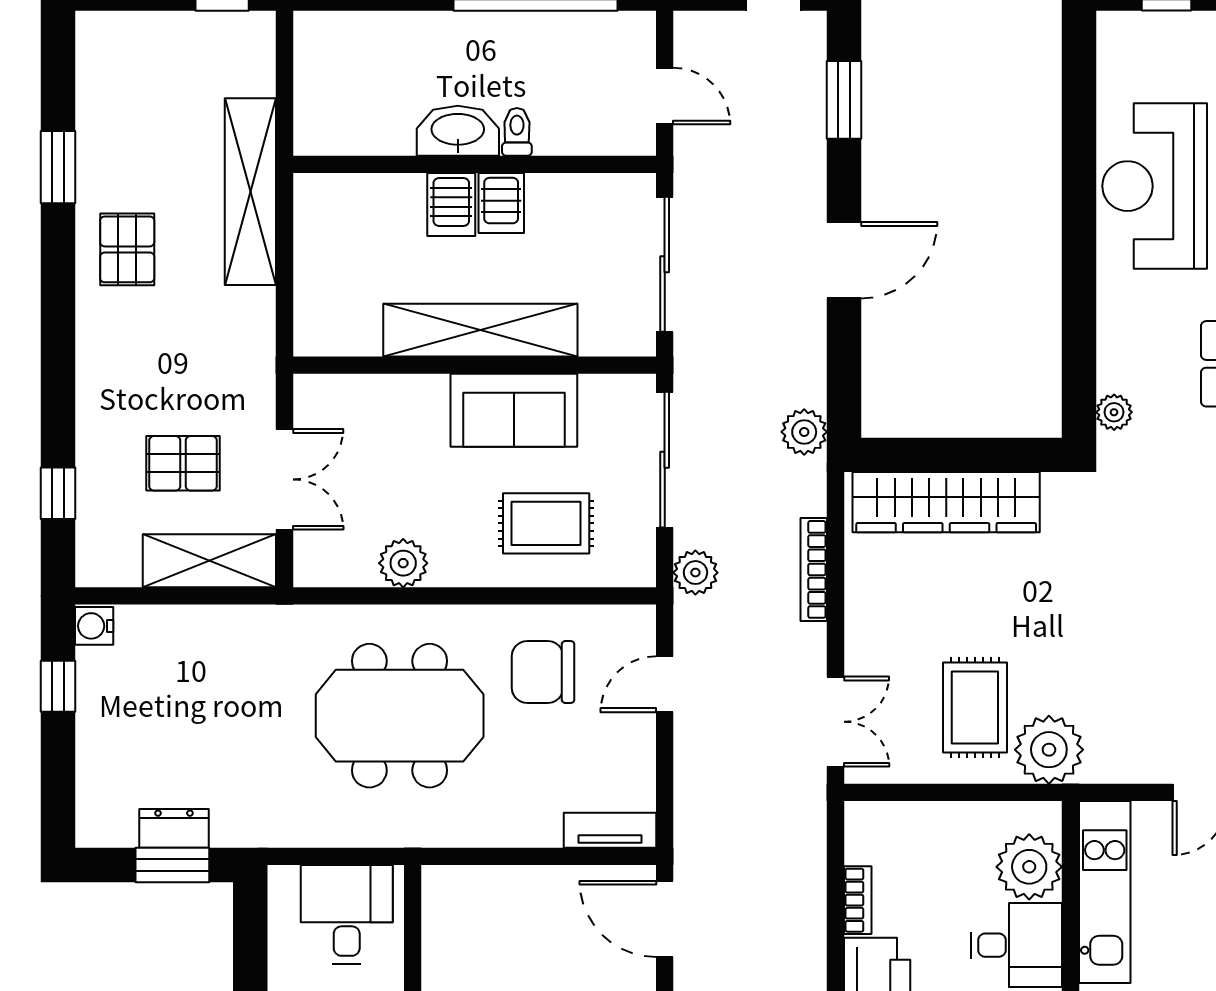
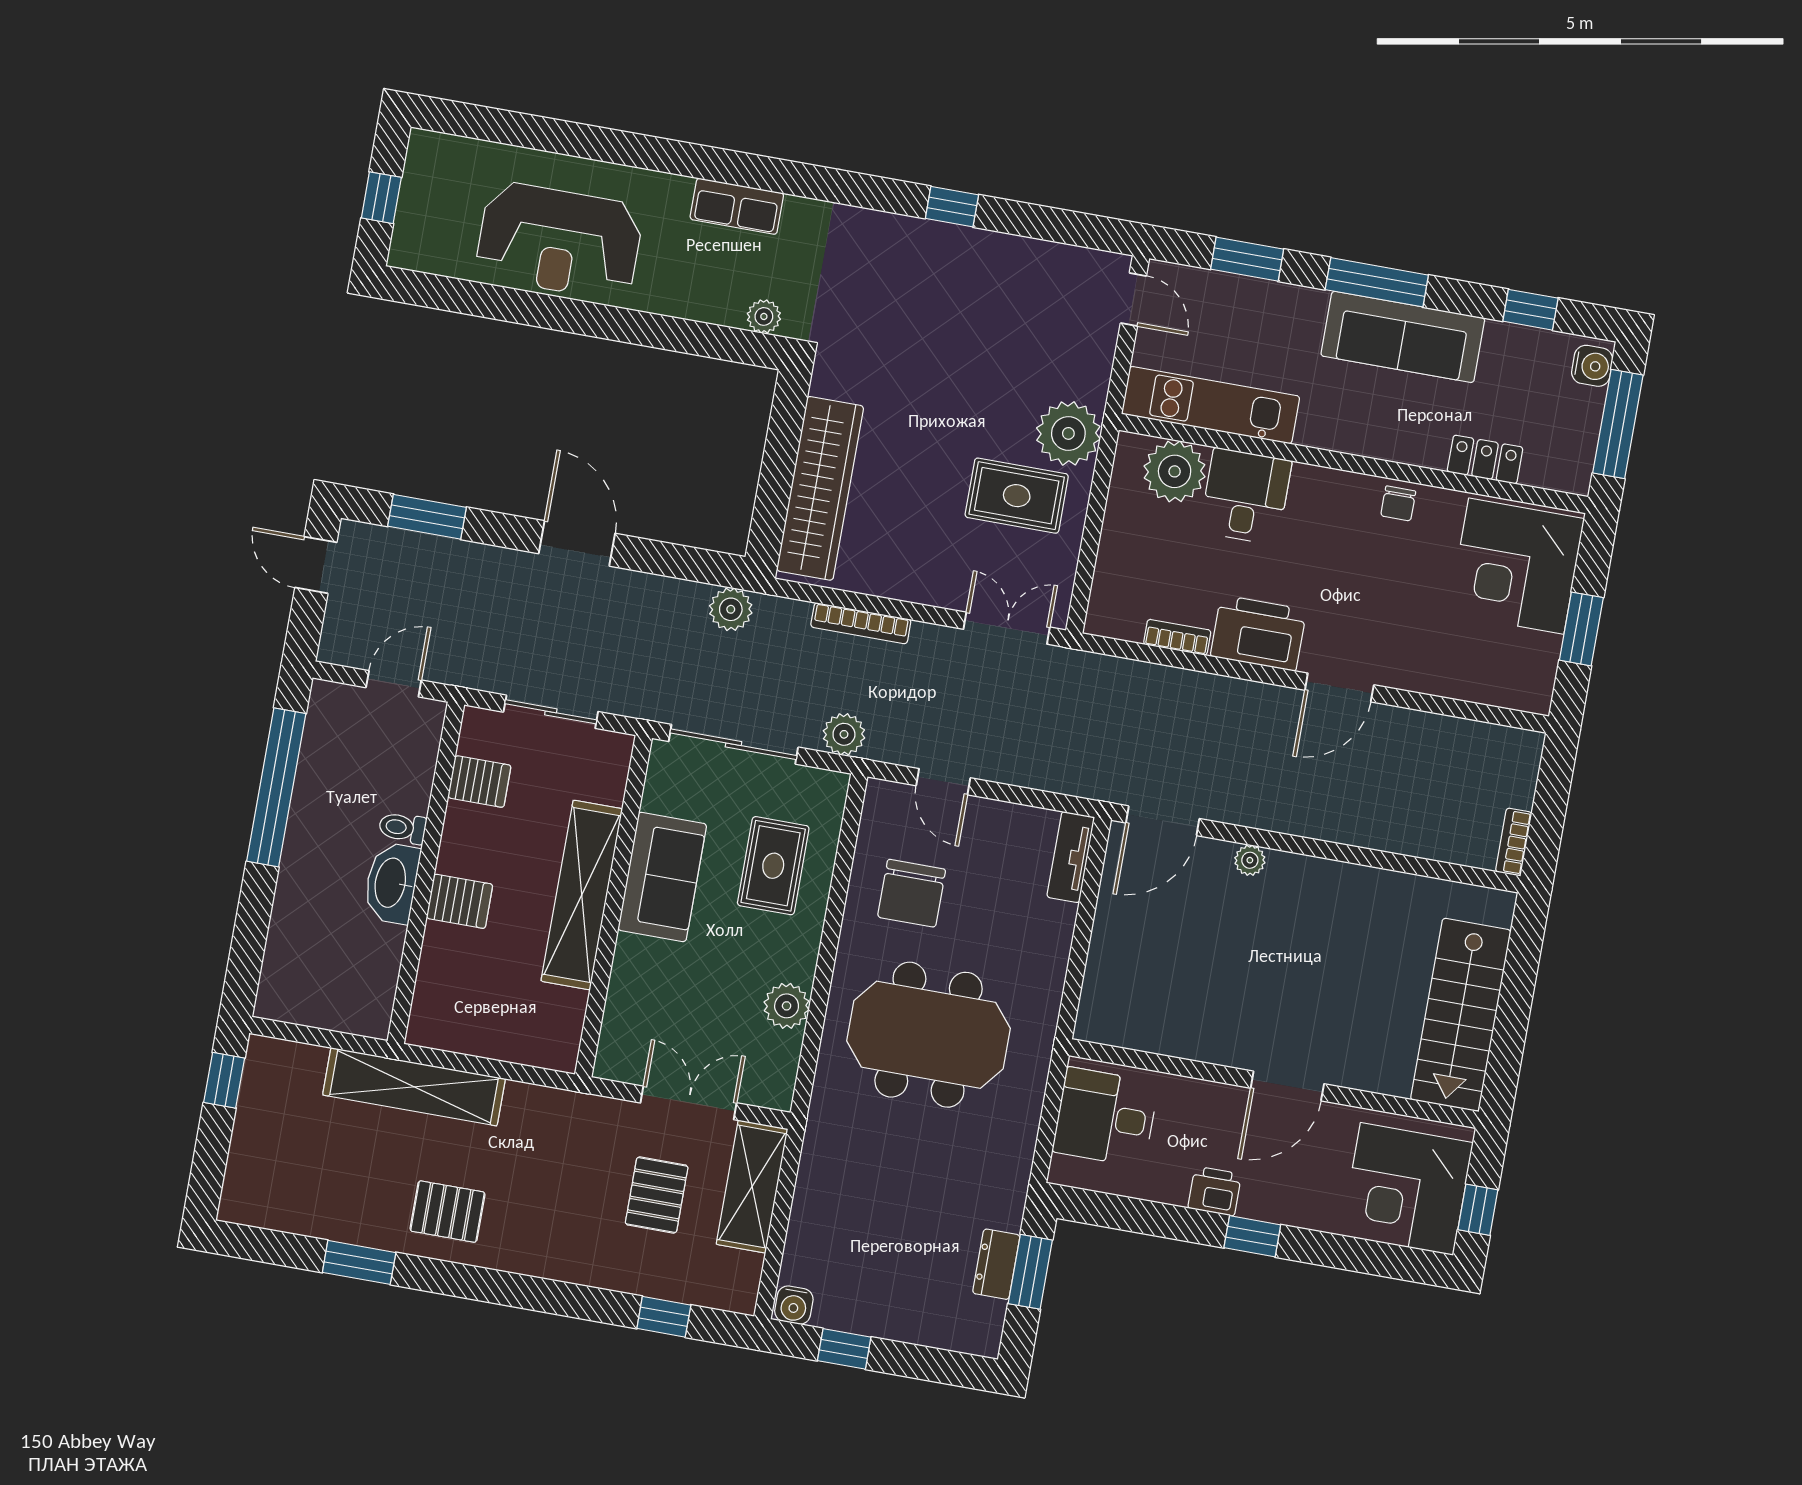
server rack: (501, 203) -> (479, 781), moved
sliding door: (665, 264) -> (551, 712), width x0.73
meeting table: (400, 716) -> (929, 1035), turned 90

